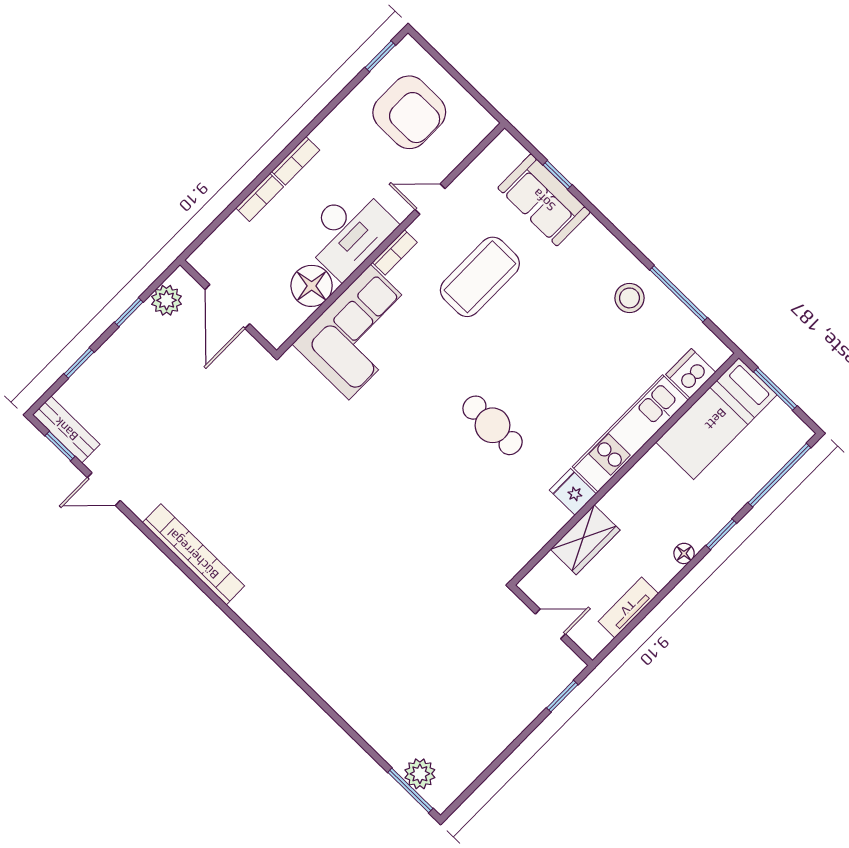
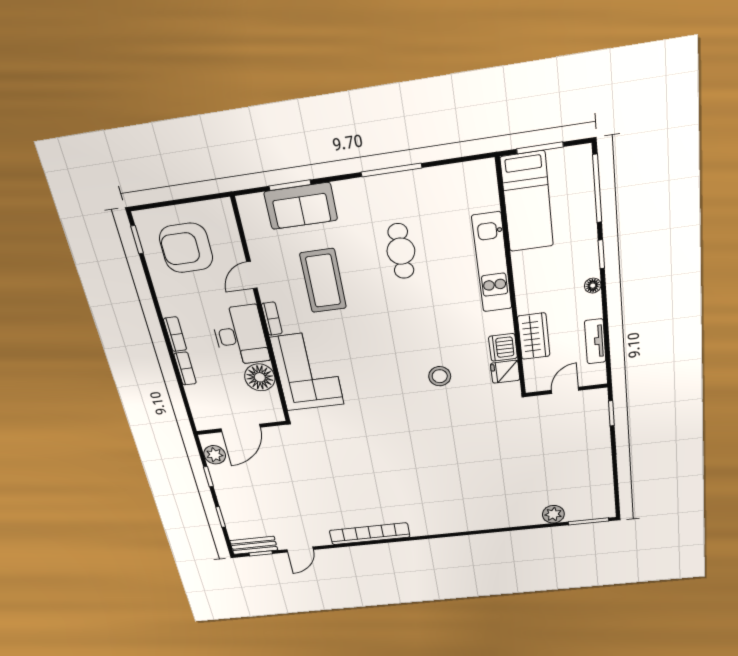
armchair: (409, 112) -> (186, 248), turned 180
window: (557, 175) -> (290, 185), width x1.50
window: (678, 294) -> (391, 170), moved
stool: (630, 298) -> (440, 376), moved
door: (227, 307) -> (241, 428), hinge flipped
dishwasher: (691, 373) -> (503, 347), moved
cafe table: (493, 425) -> (401, 251), moved, turned 90
fridge: (573, 492) -> (505, 372), moved
plant: (420, 774) -> (553, 514), moved

